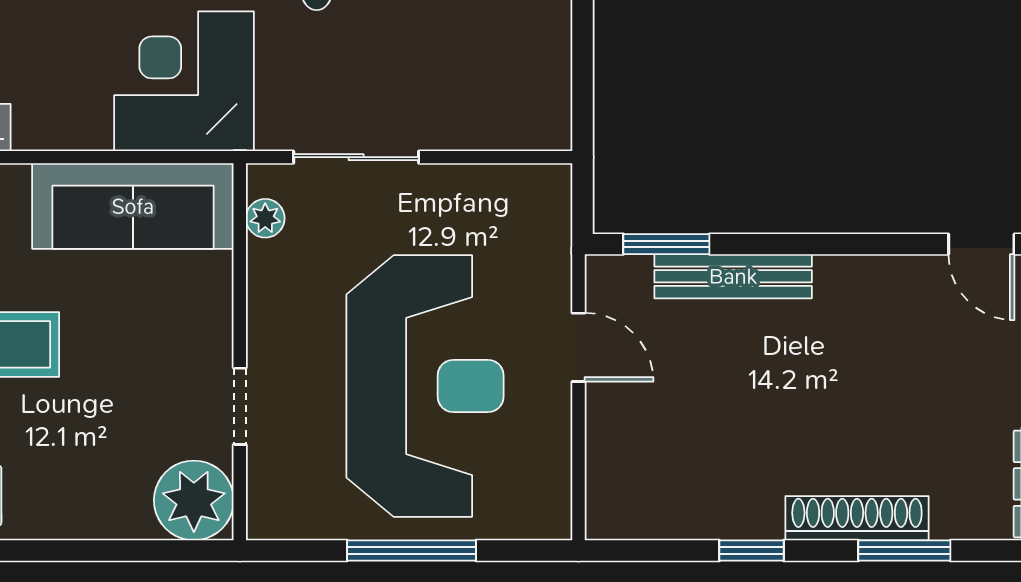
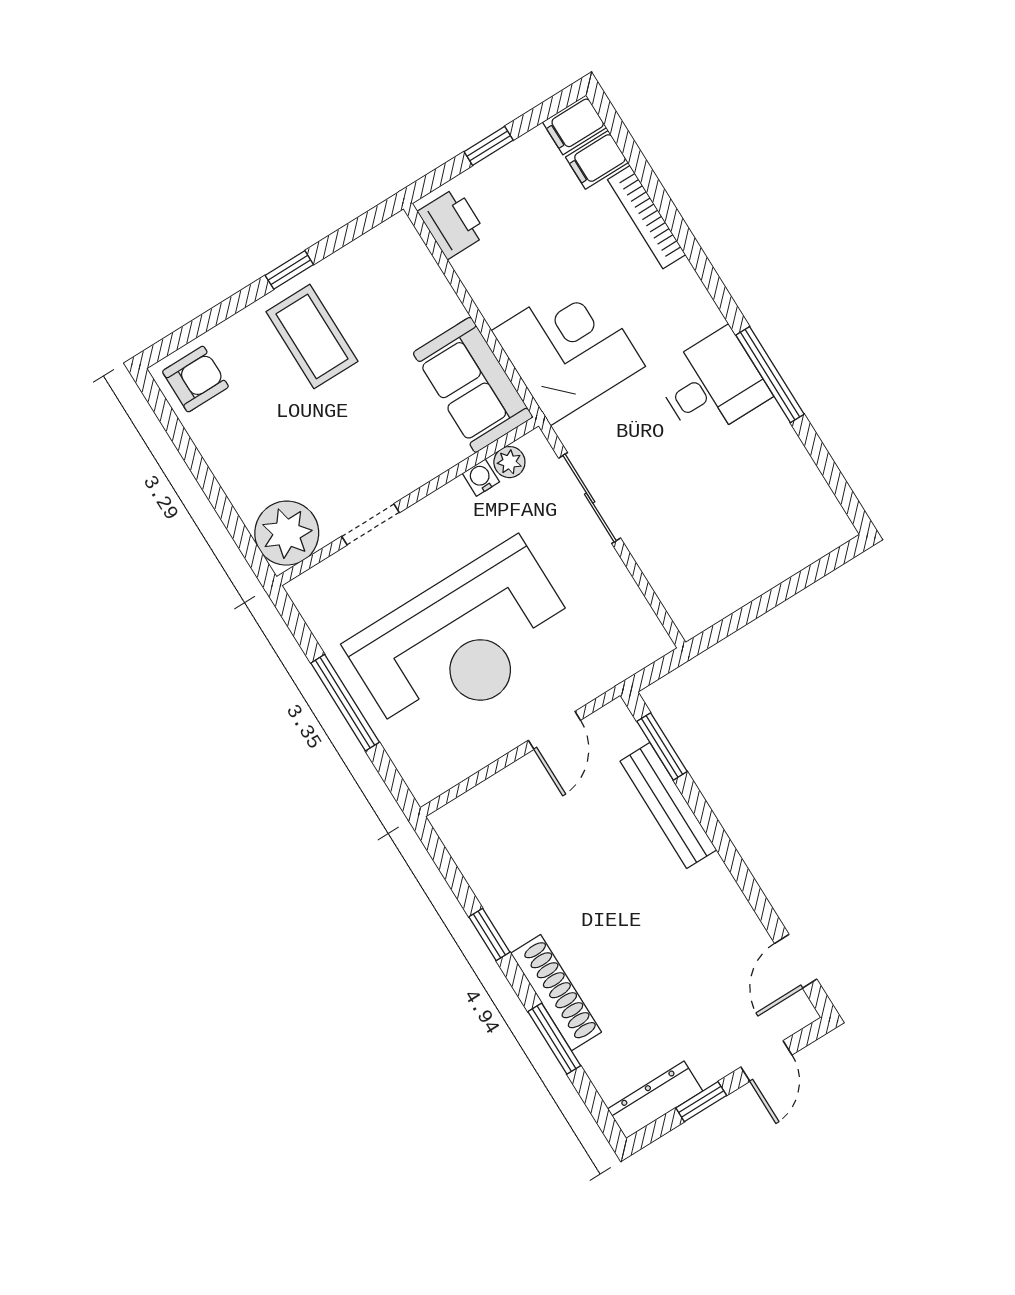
sofa: (133, 206) -> (473, 385), width x0.73
water cooler: (263, 259) -> (481, 478), added

